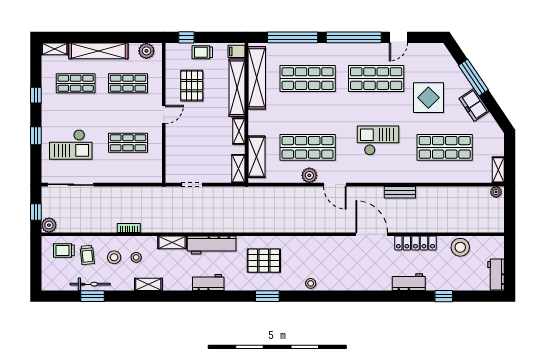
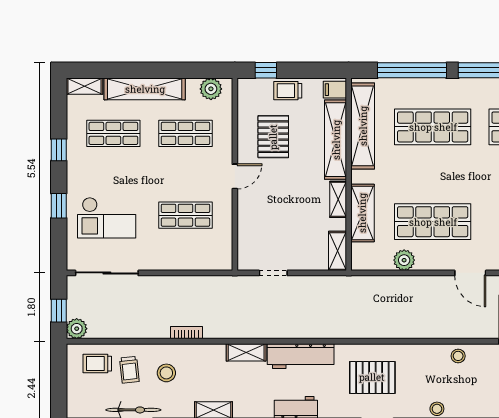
shelving: (257, 157) -> (362, 213), moved
plant: (309, 175) -> (404, 260), moved
stool: (136, 257) -> (458, 356), moved

